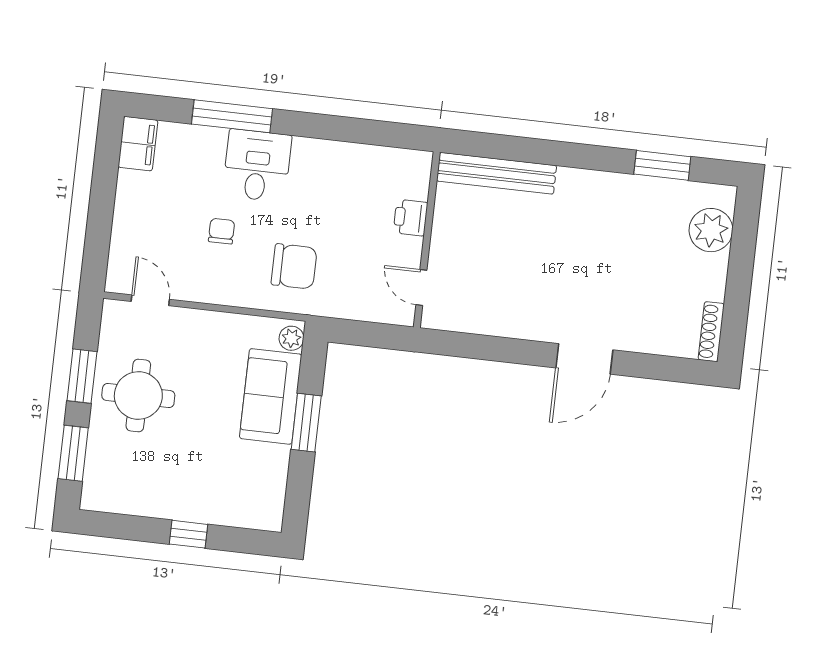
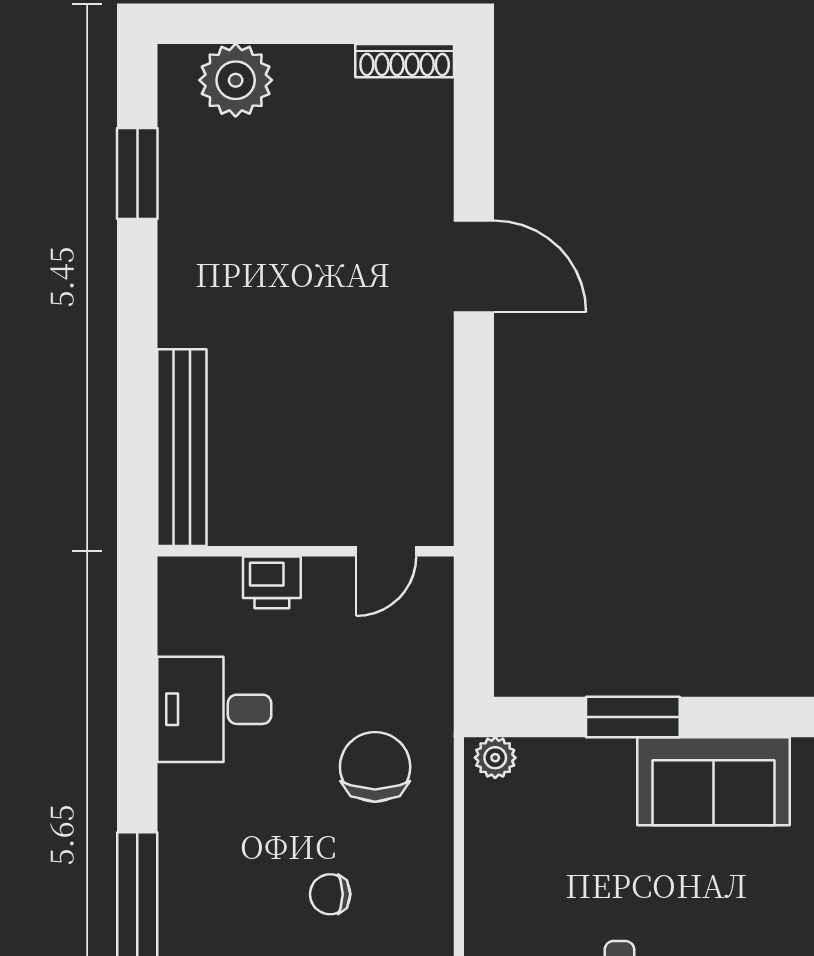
desk: (257, 165) -> (214, 709), moved
sofa: (271, 396) -> (713, 781), moved

